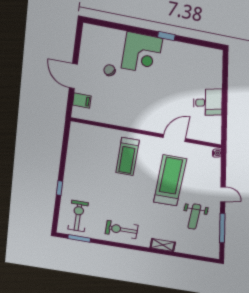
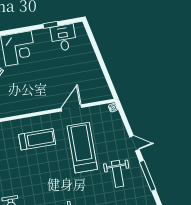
window: (166, 36) -> (51, 25), moved
desk: (208, 102) -> (63, 38), moved, turned -78
treadmill: (127, 157) -> (37, 139), turned -90

